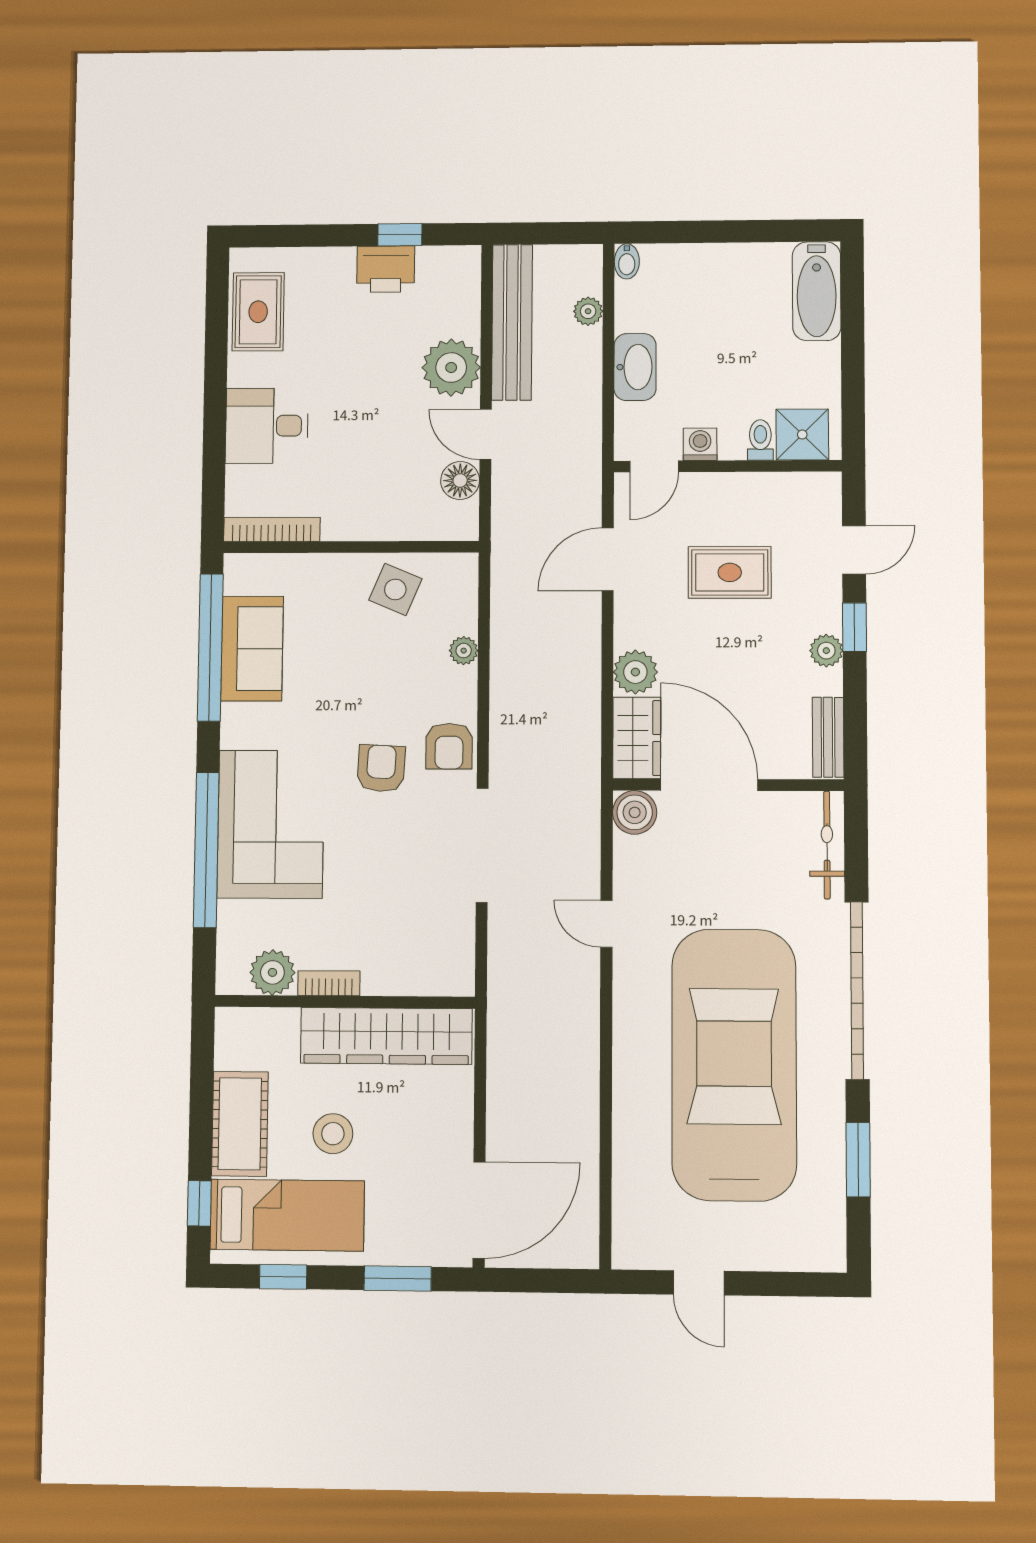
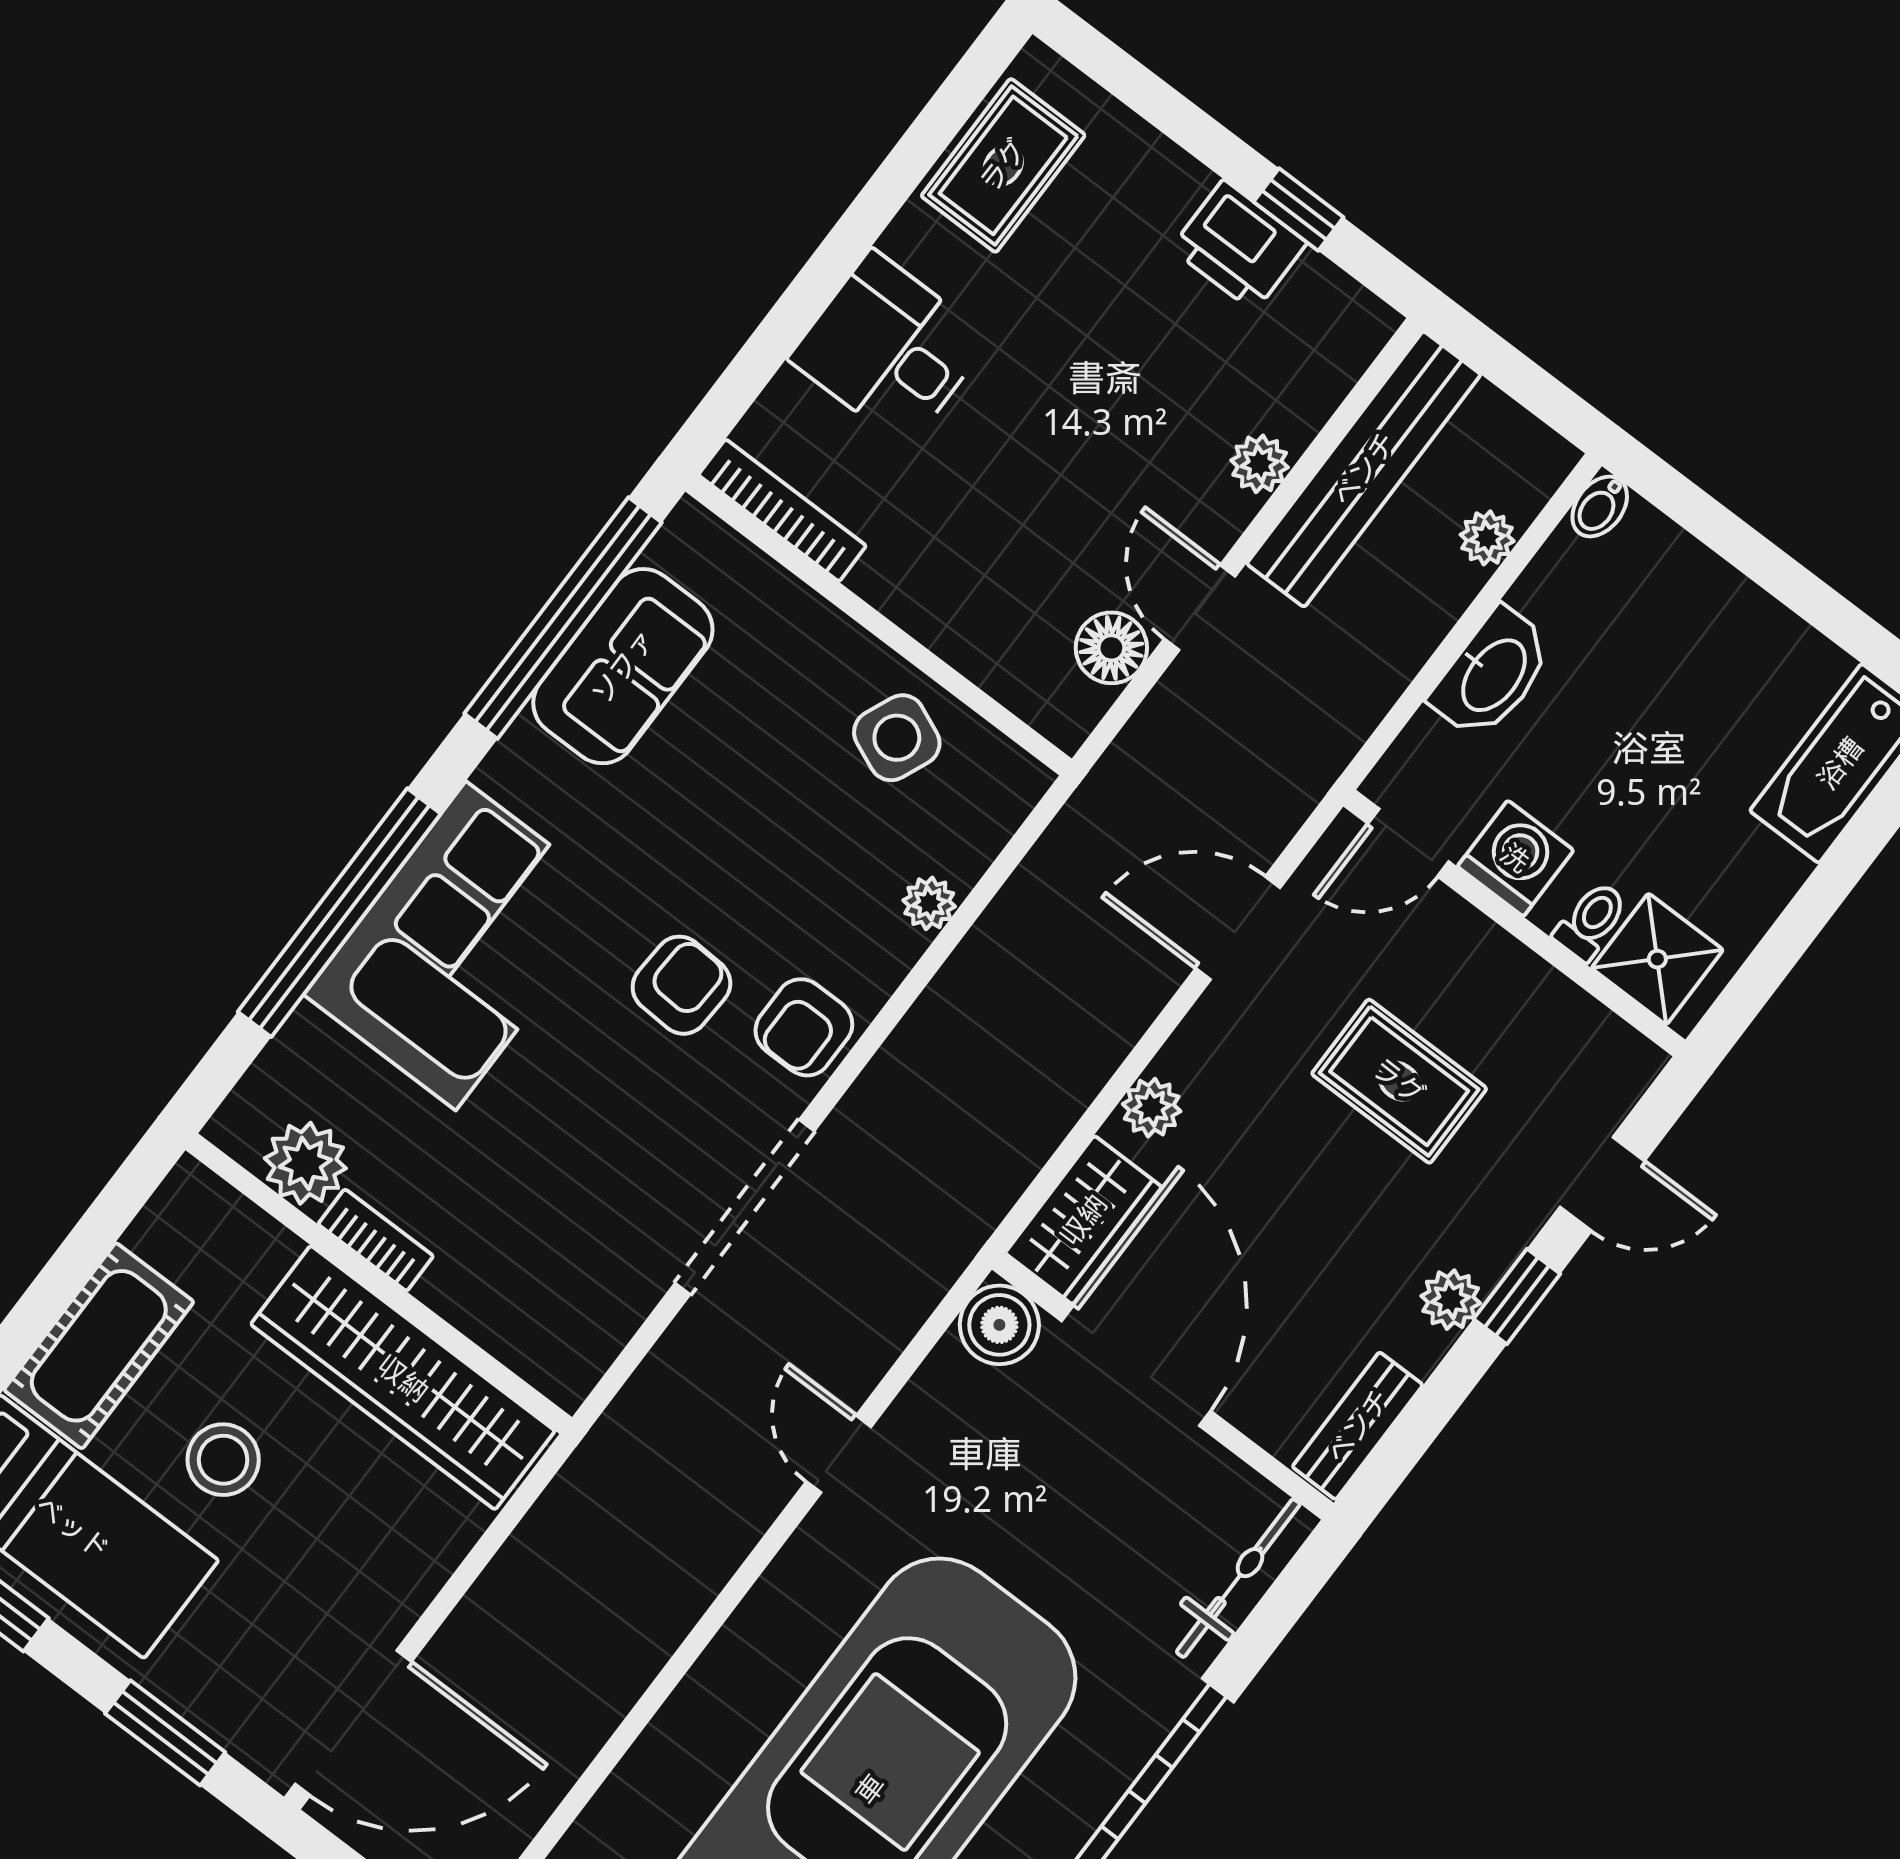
plant: (451, 367) -> (1260, 464), width x0.53, depth x0.53
washing machine: (700, 444) -> (1516, 858), width x1.38, depth x1.38
plant: (635, 672) -> (1152, 1108), width x0.73, depth x0.73

